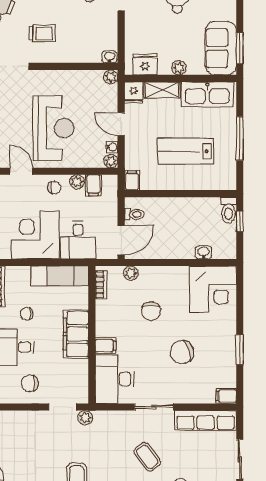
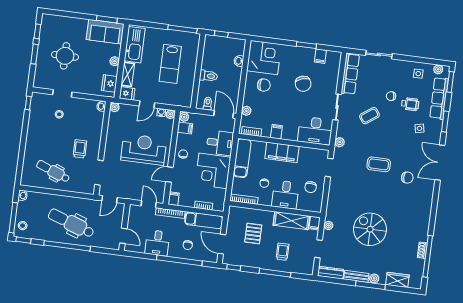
window: (240, 138) -> (182, 29), moved
filing cabinet: (132, 180) -> (185, 102), removed
plant: (77, 182) -> (184, 117), moved
toilet: (228, 210) -> (208, 76), moved
chair: (151, 311) -> (264, 85), moved
filing cabinet: (106, 346) -> (276, 132), moved
filing cabinet: (226, 396) -> (320, 56), moved
plant: (85, 418) -> (340, 142), moved

